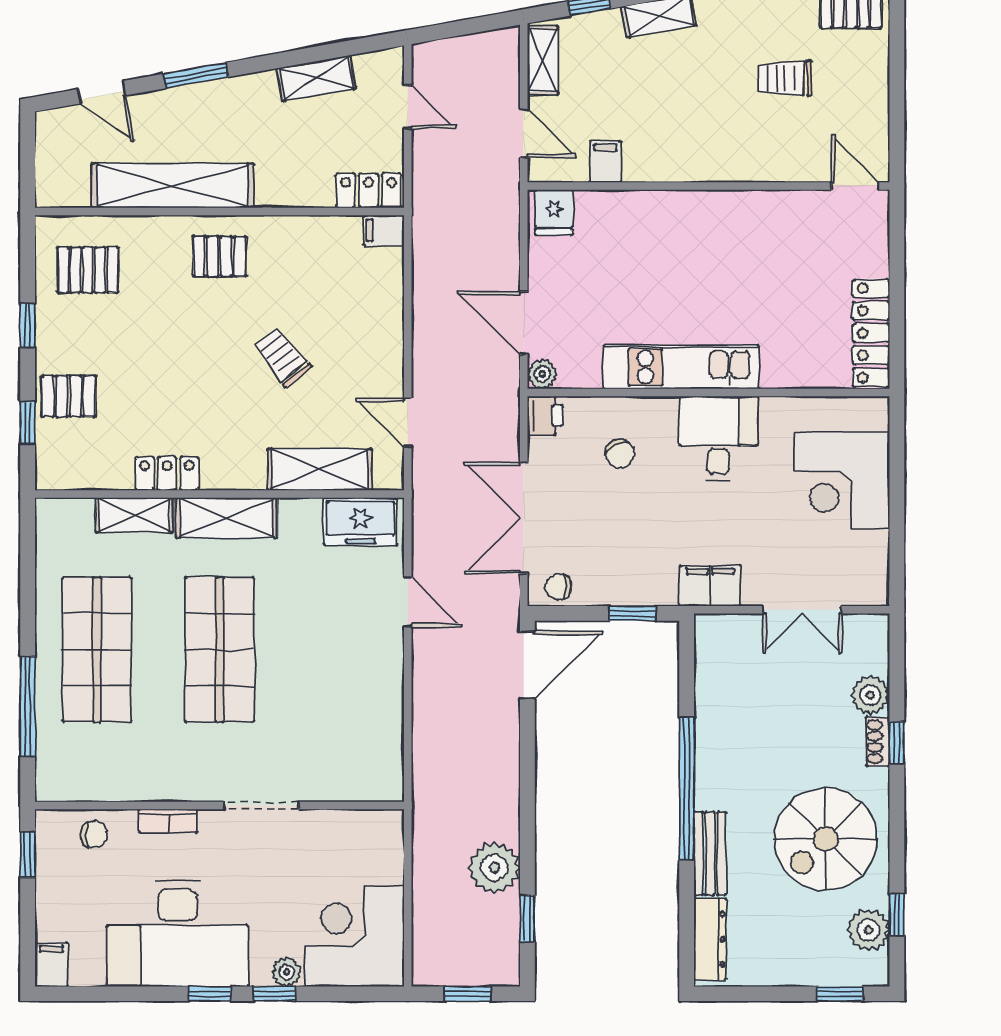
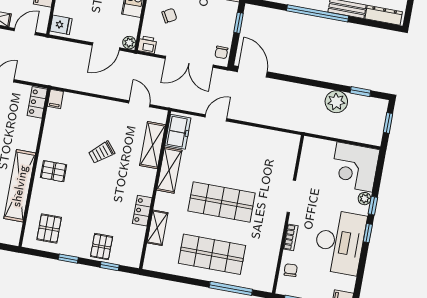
pallet: (219, 256) -> (54, 171), turned 90
door: (408, 423) -> (139, 104), swing flipped
shelving: (227, 518) -> (169, 170), moved

